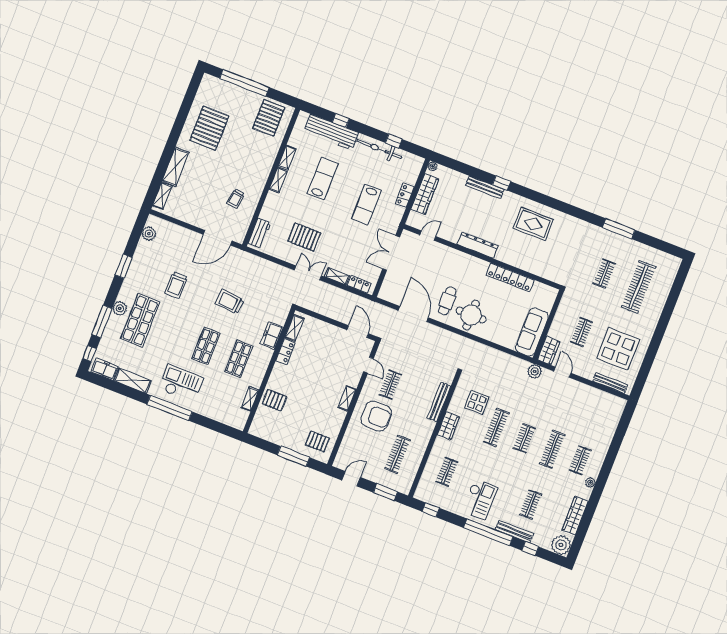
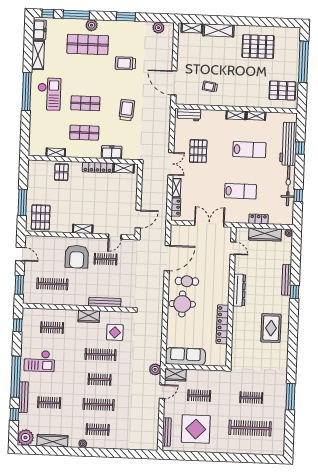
lab bench: (366, 205) -> (240, 191), turned 180
locker: (286, 352) -> (98, 167), width x1.53
pallet: (317, 441) -> (41, 217), width x1.50, depth x1.42

